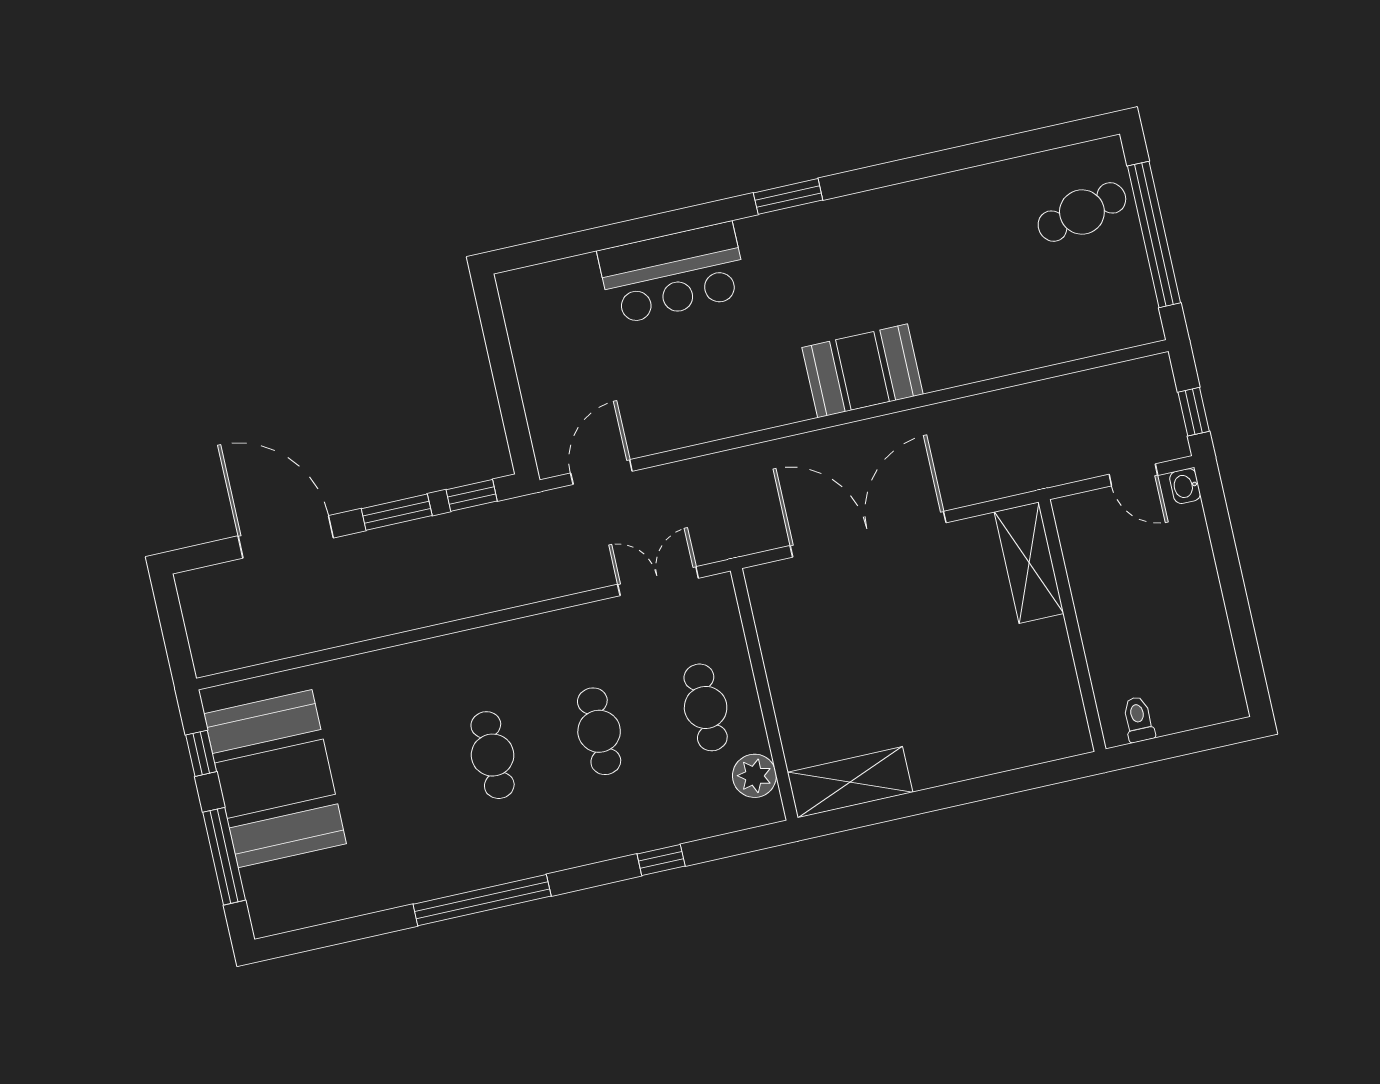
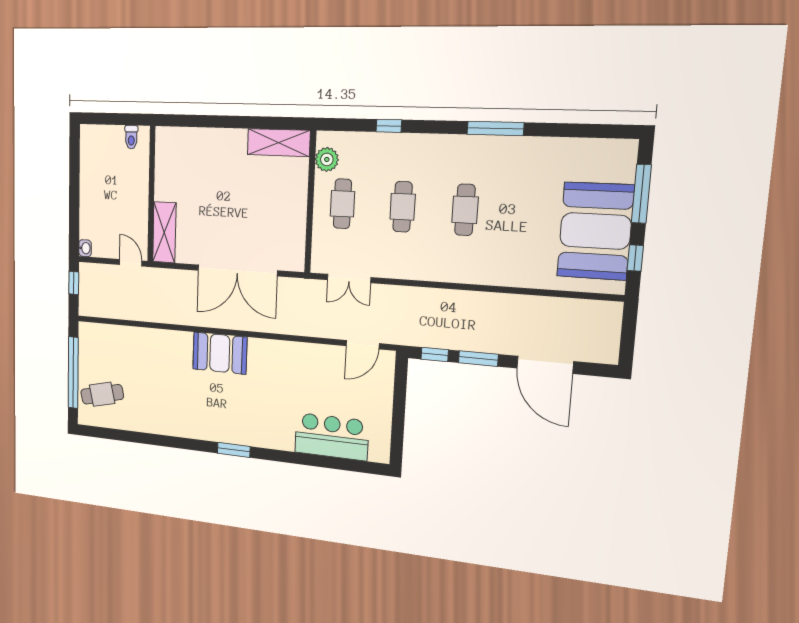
bar counter: (673, 273) -> (332, 437), moved
door: (1133, 475) -> (131, 263), moved
window: (482, 900) -> (495, 128), width x0.68

